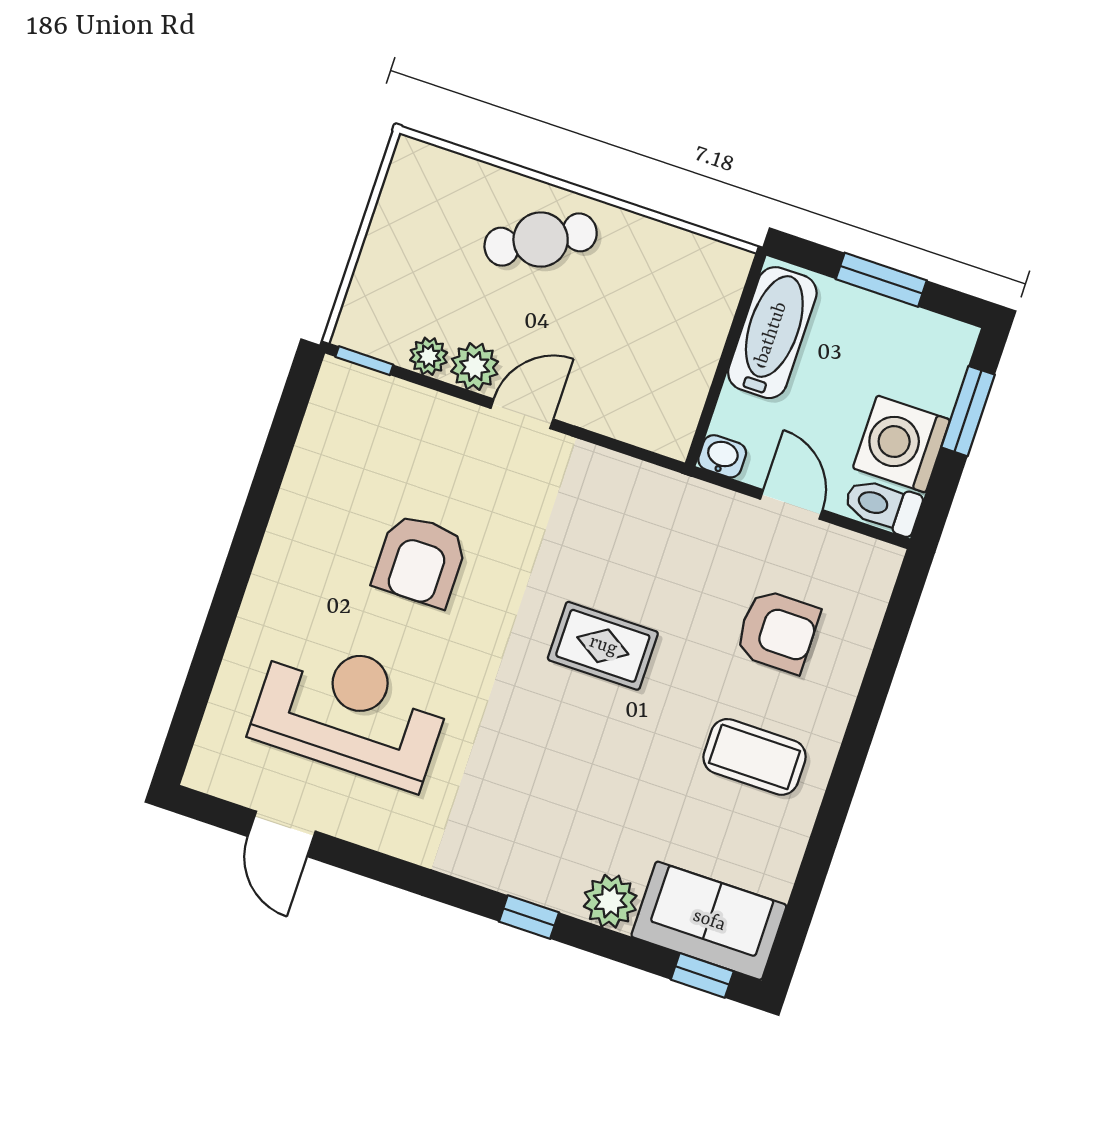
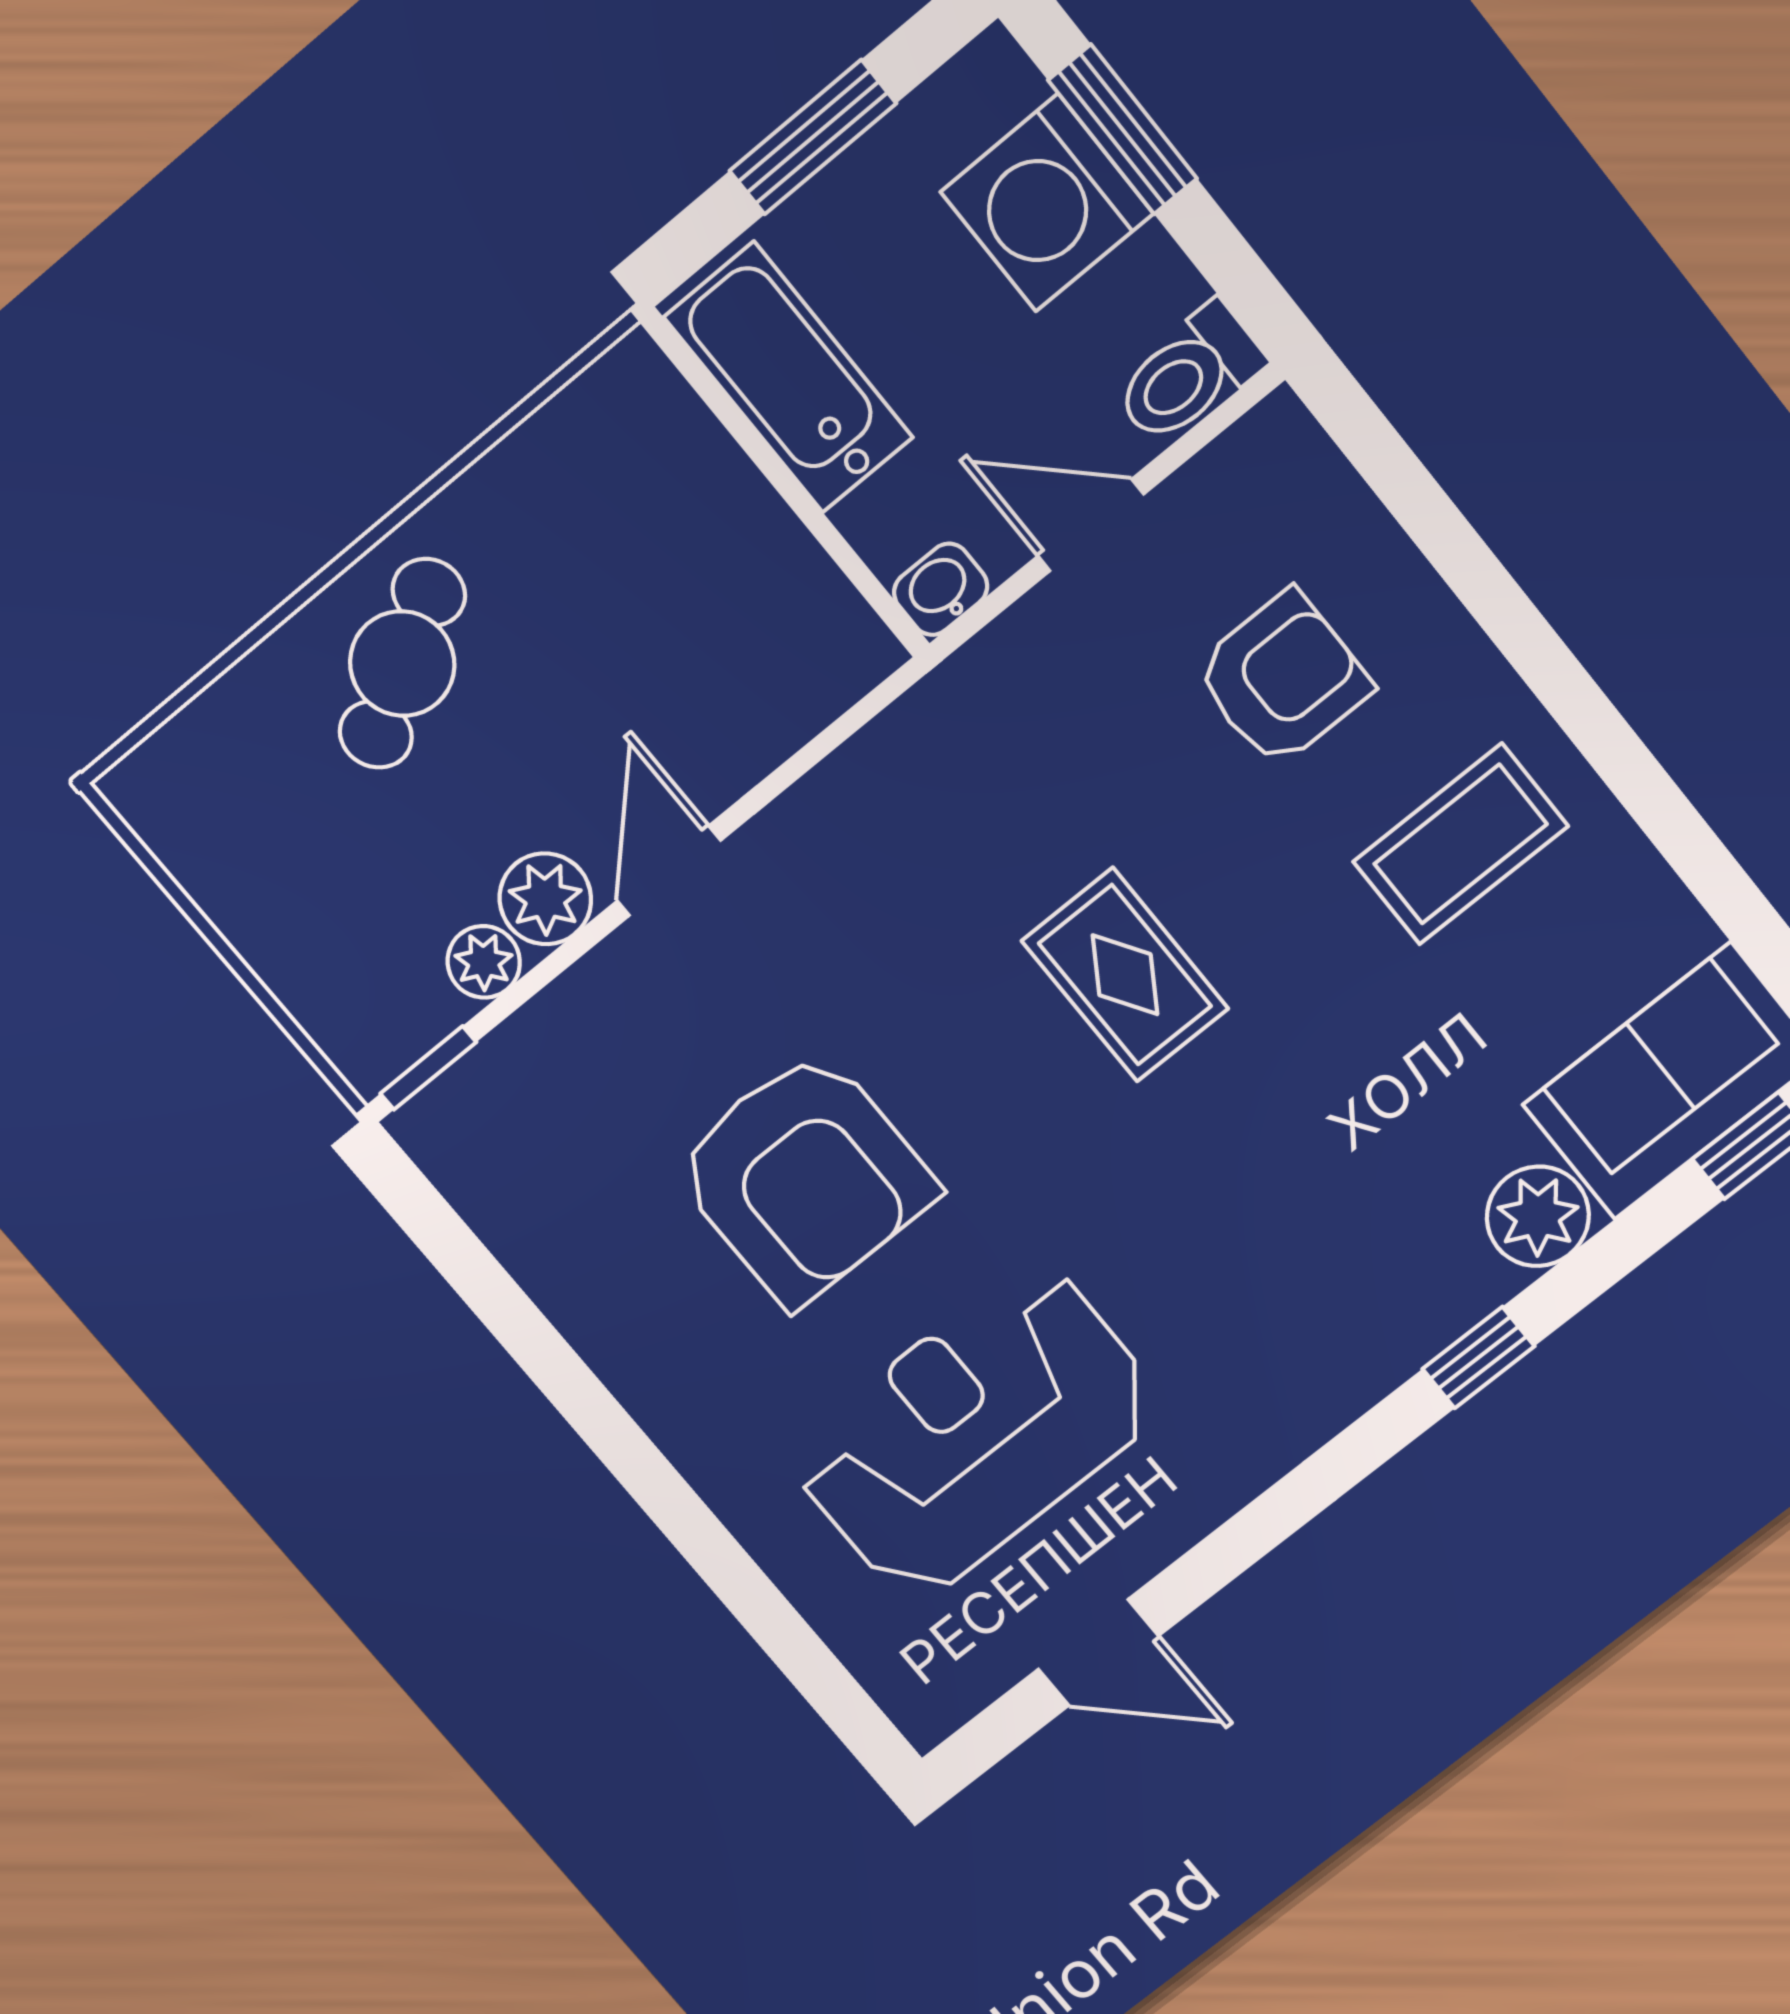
washing machine: (901, 444) -> (1047, 203), moved
armchair: (420, 560) -> (804, 1178), width x1.36, depth x1.36
rug: (603, 646) -> (1125, 975), turned 90

